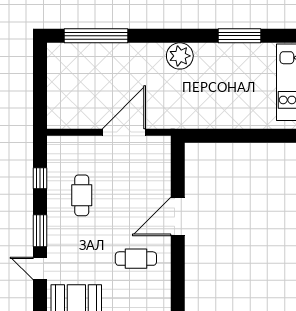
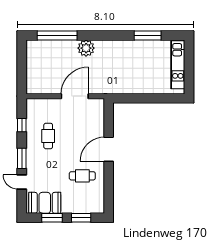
plant: (180, 56) -> (86, 48), moved

